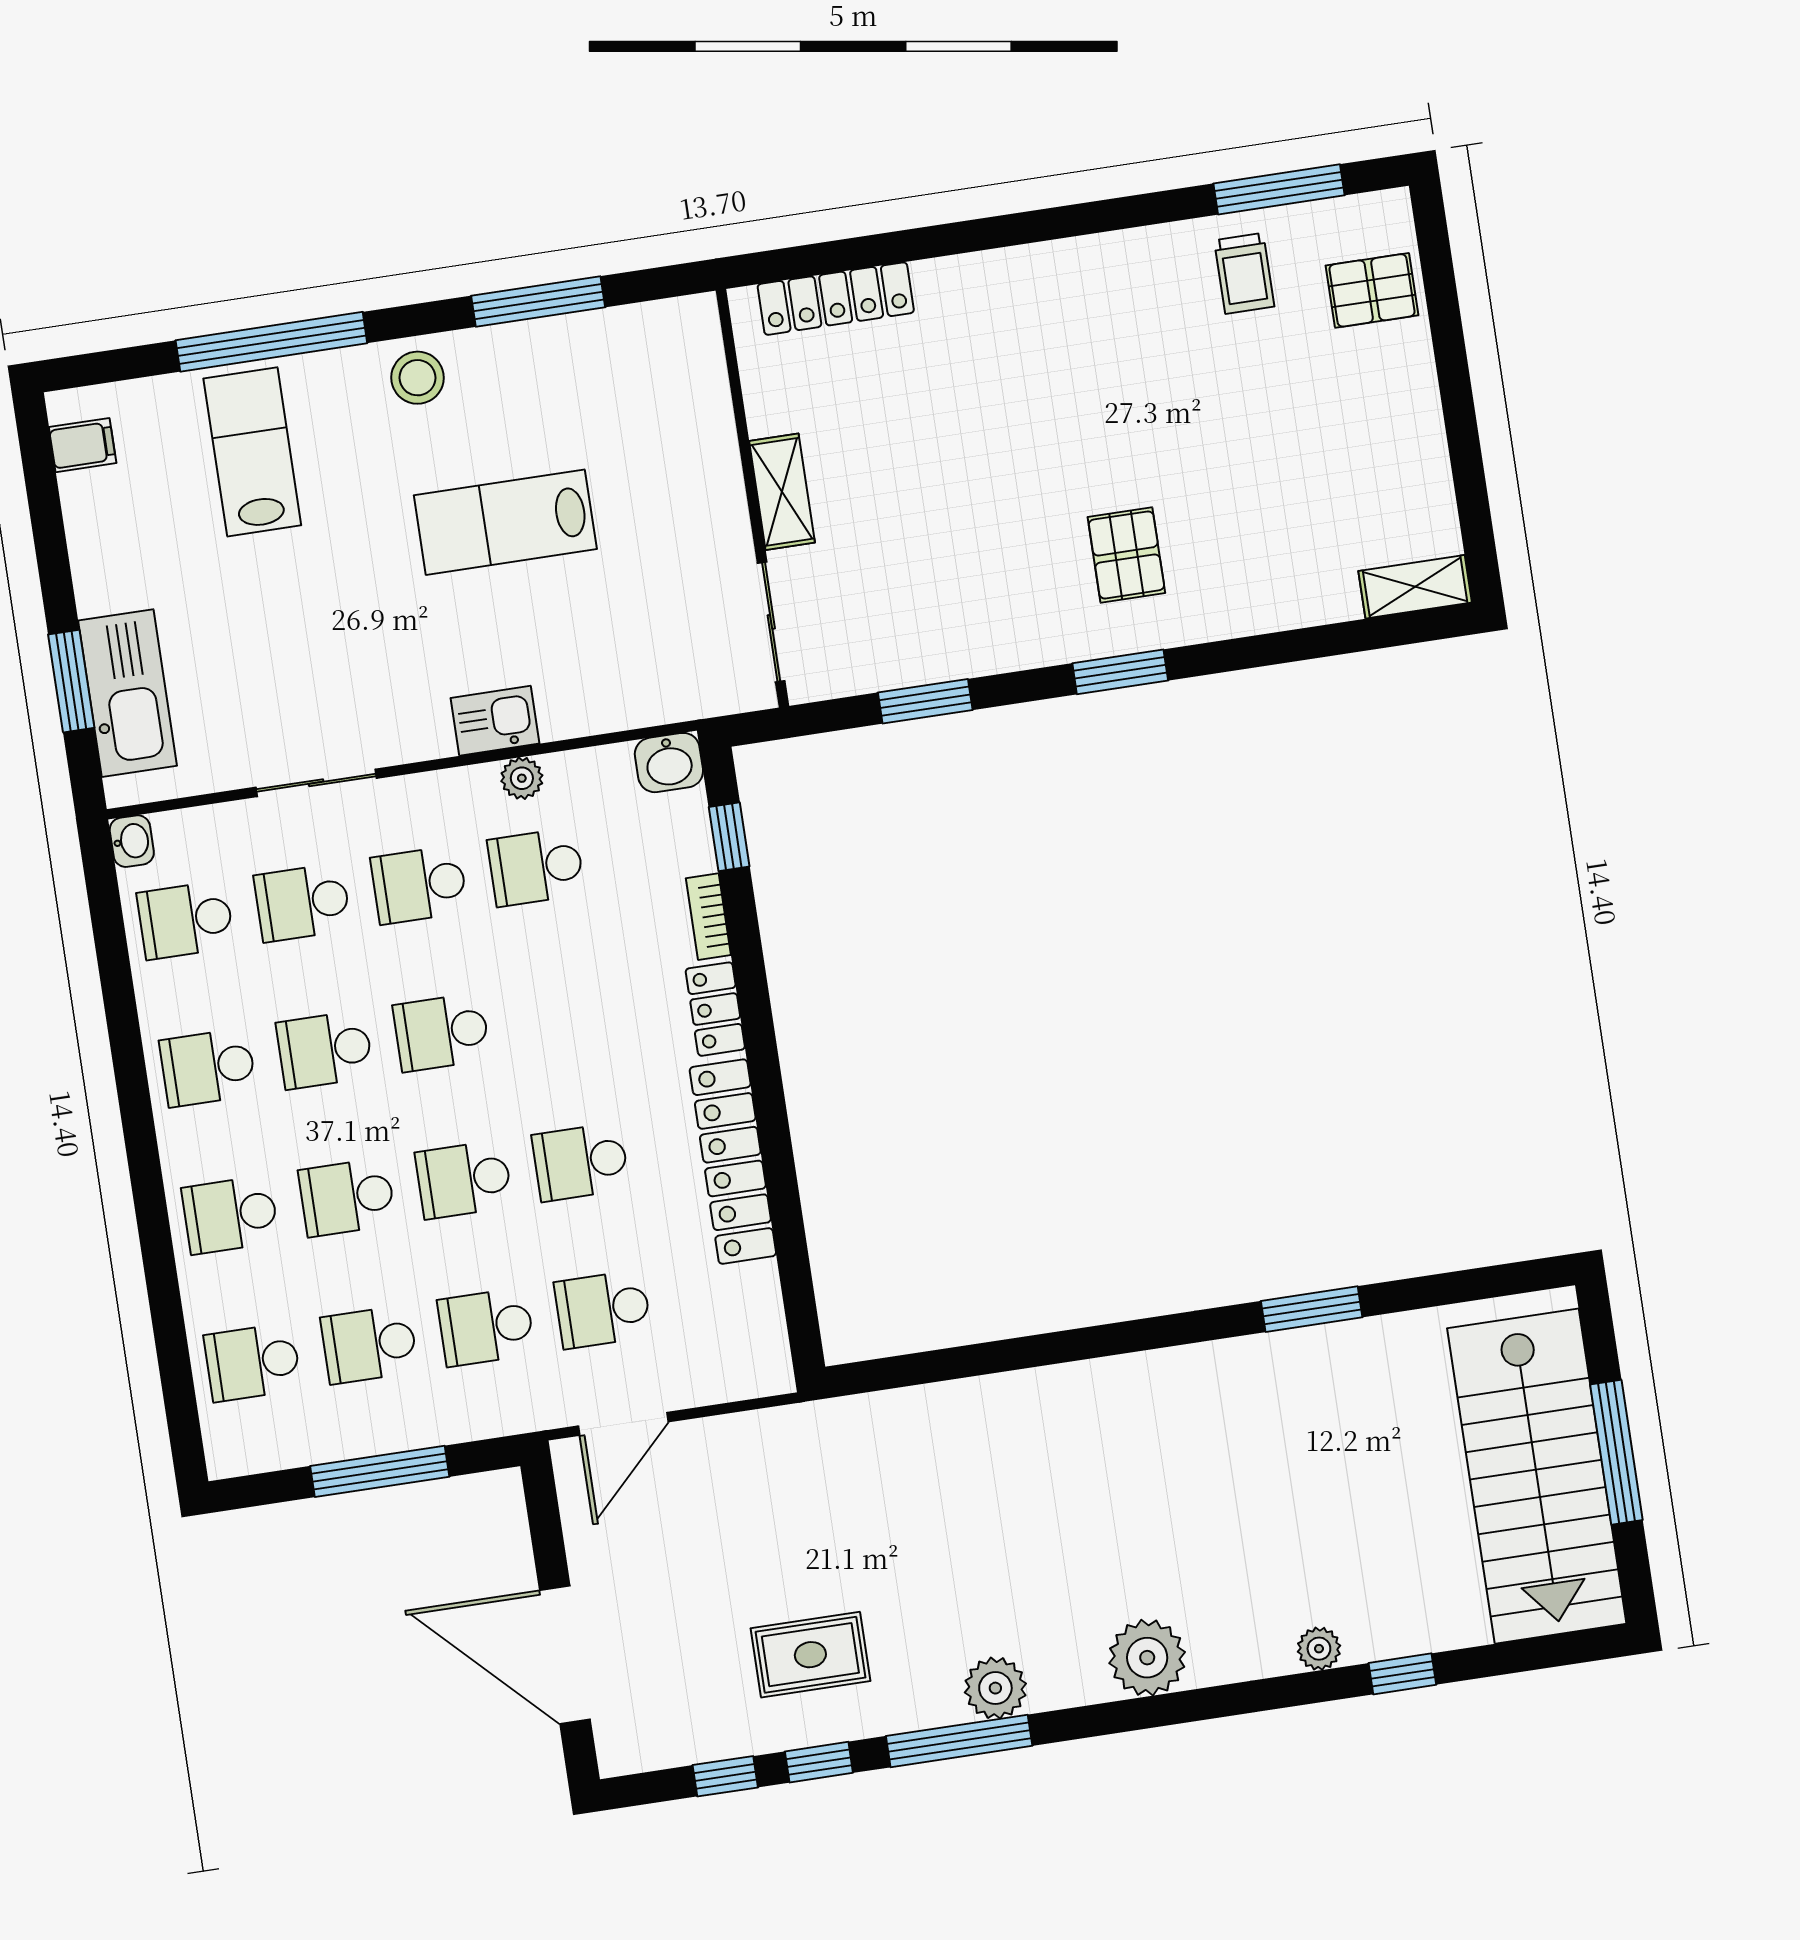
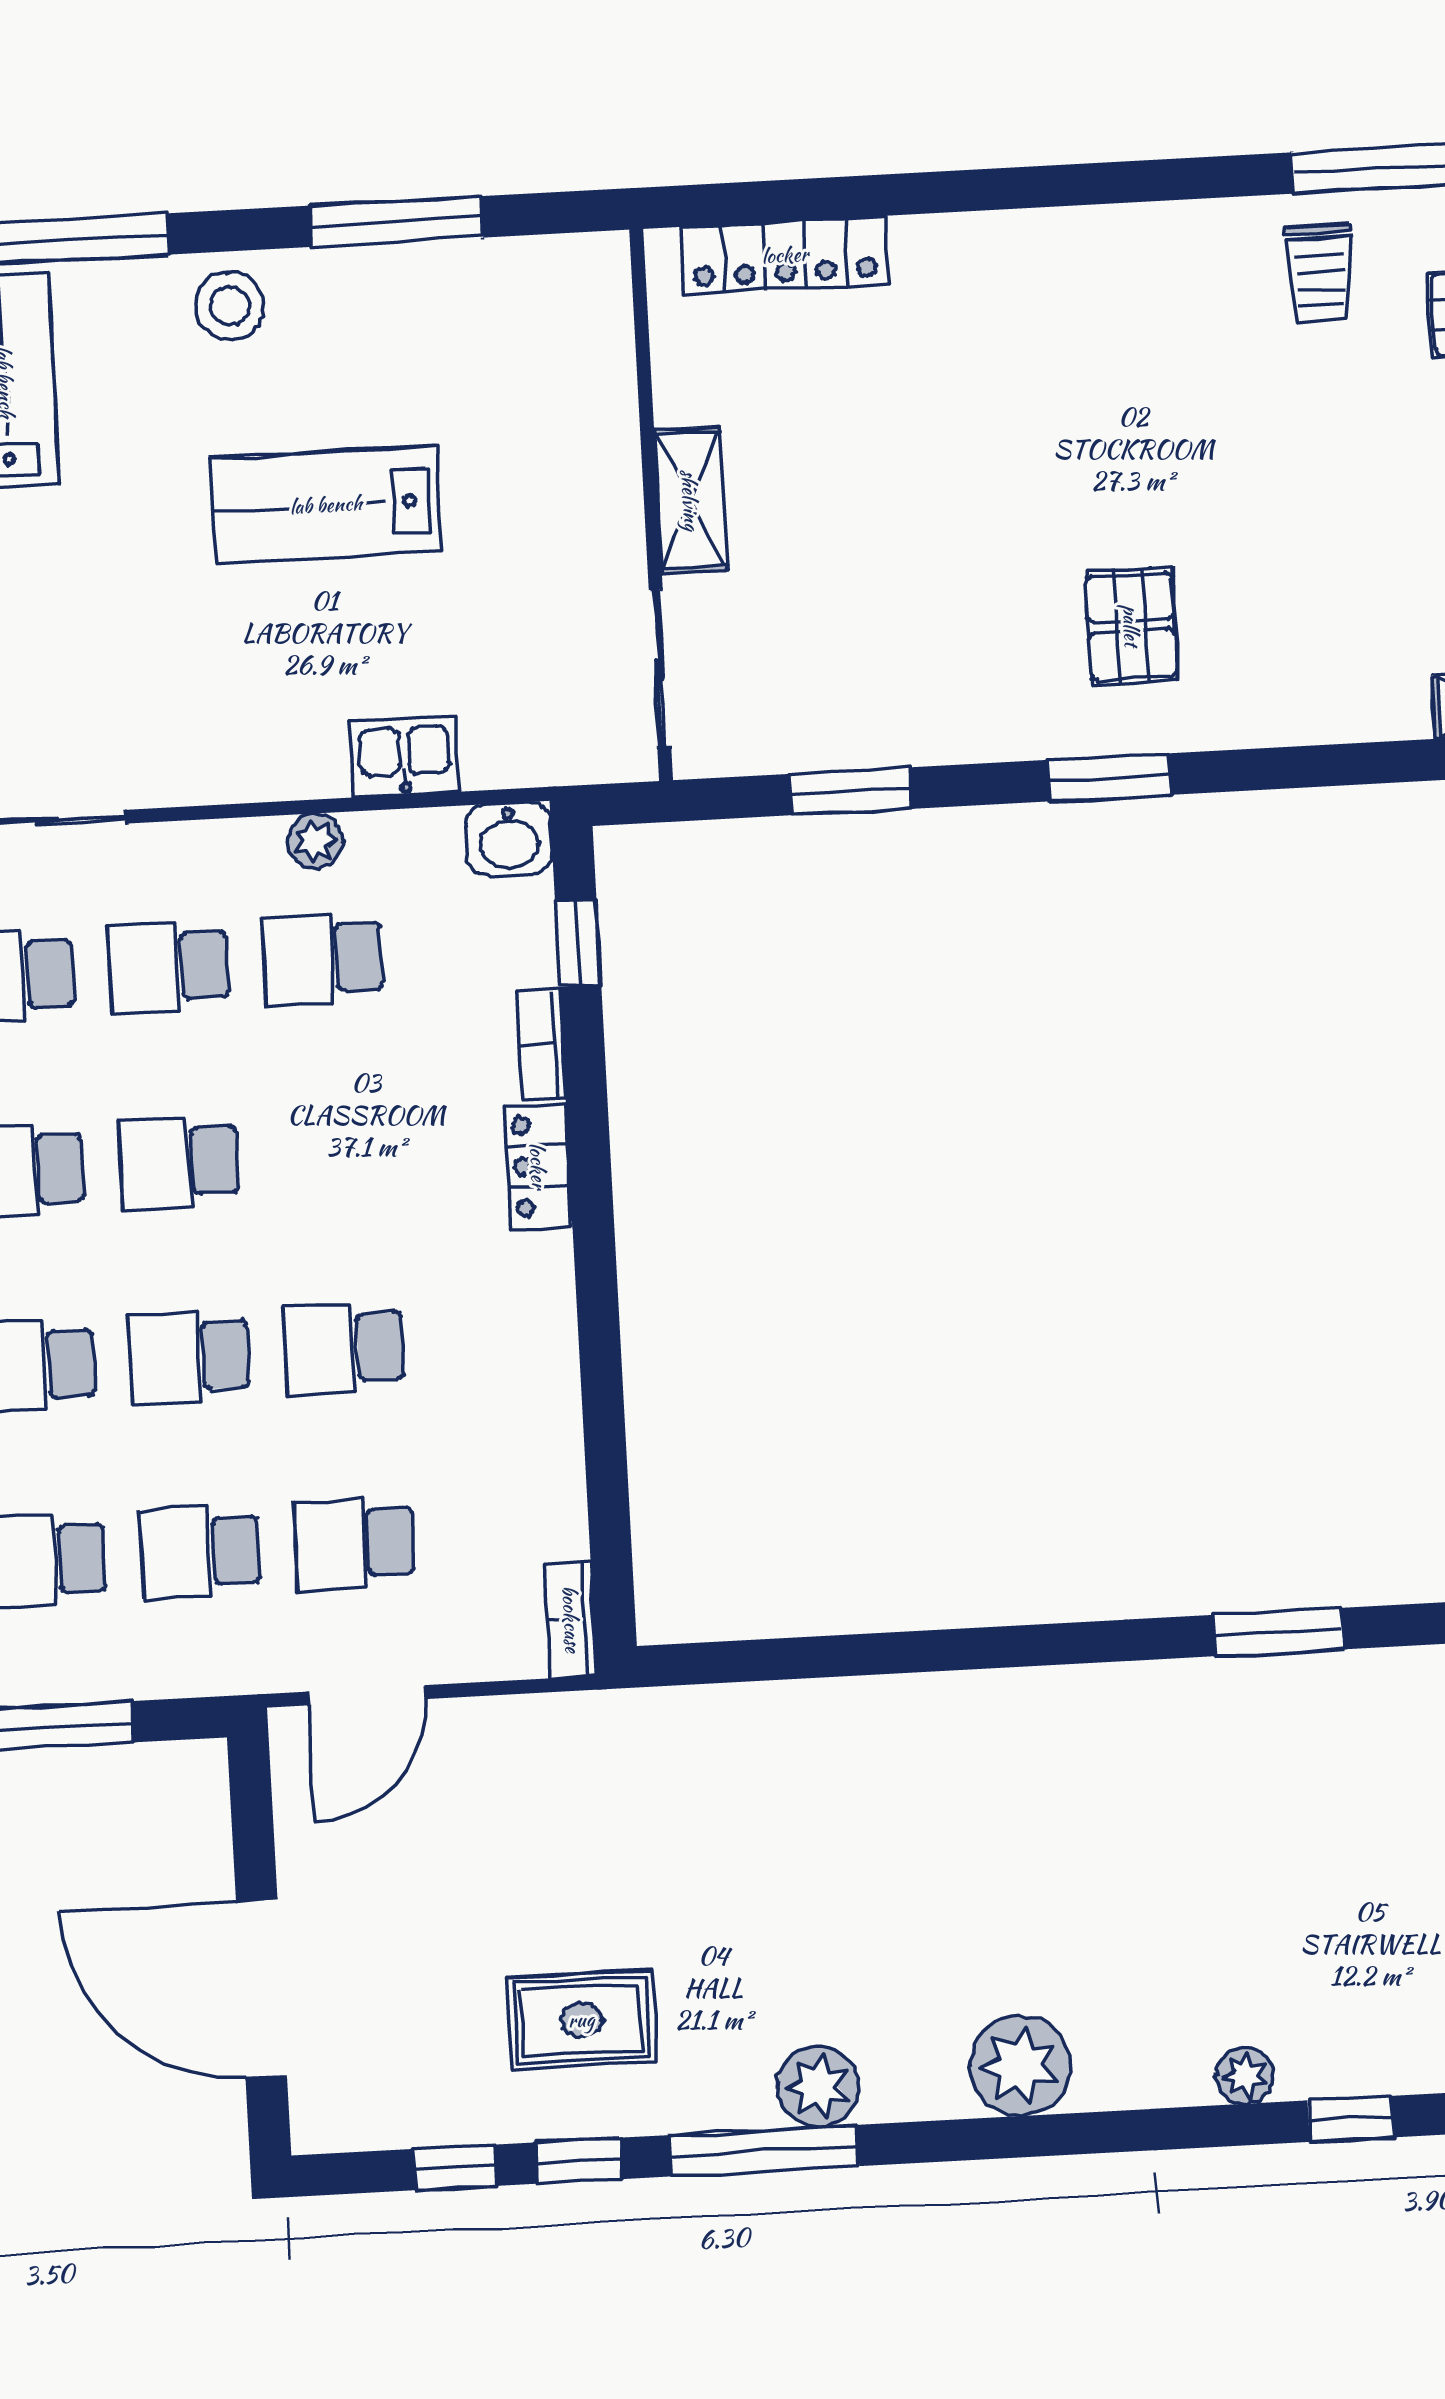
kitchen sink: (495, 721) -> (404, 756), moved
locker: (733, 1162) -> (542, 1367), removed
bookcase: (773, 1351) -> (571, 1619), added

